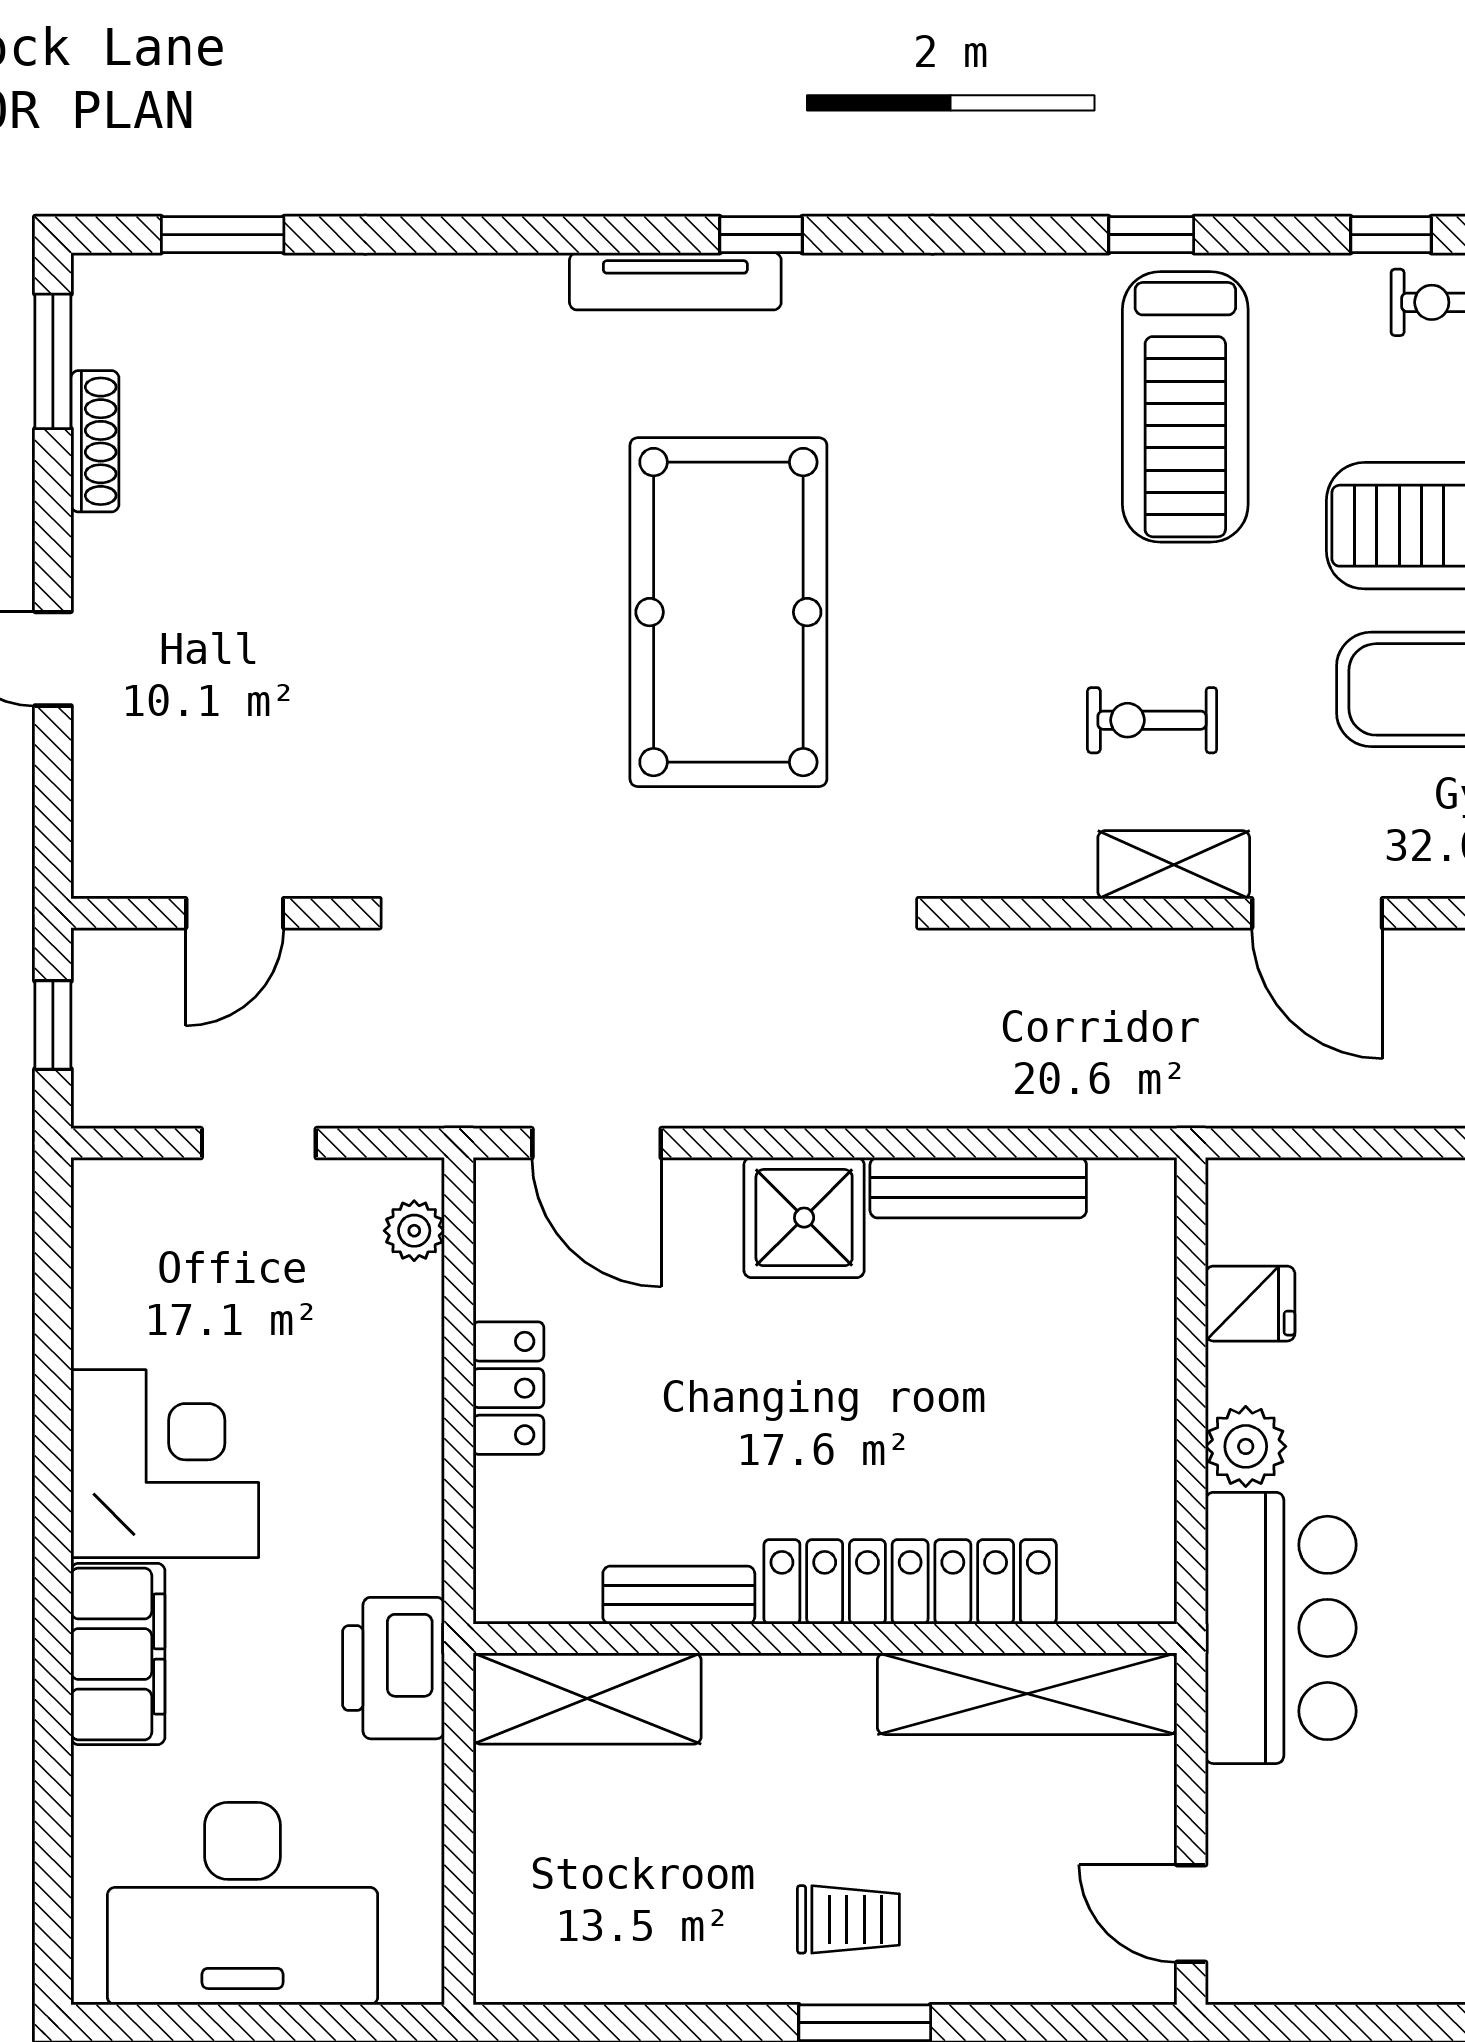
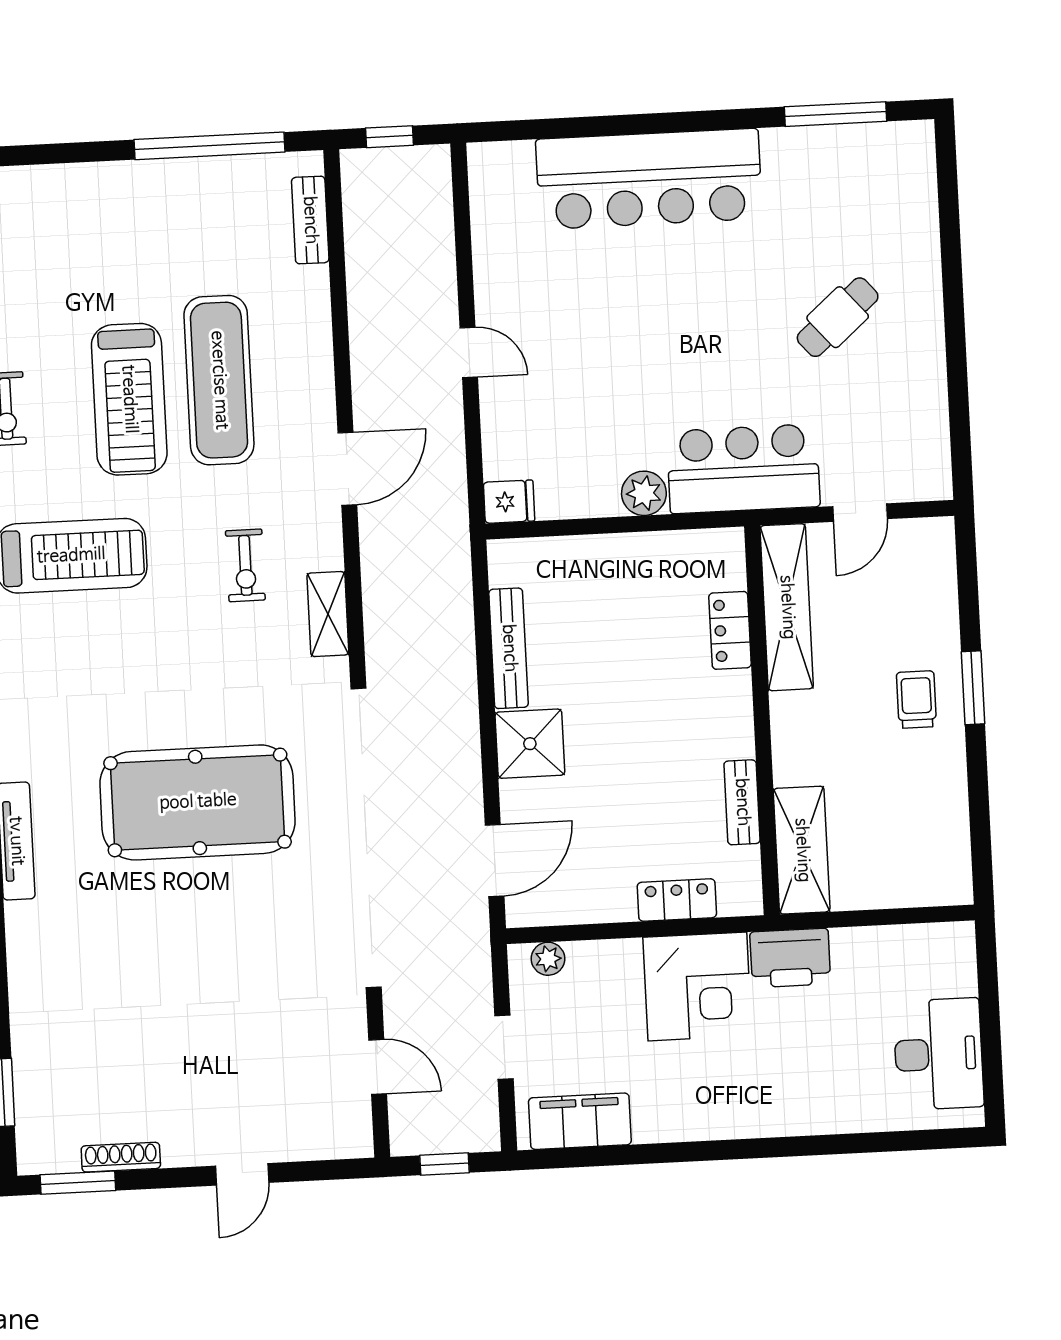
shelving: (1174, 865) -> (328, 614), moved
fridge: (1250, 1304) -> (509, 502), moved, turned 90
locker: (508, 1388) -> (677, 900), moved
corner desk: (165, 1464) -> (697, 986), moved, turned 180
locker: (910, 1582) -> (730, 630), width x0.46, depth x0.83
filing cabinet: (118, 1654) -> (580, 1121), moved
desk: (243, 1904) -> (939, 1054), width x0.73, depth x0.77
door: (1191, 1913) -> (860, 513), moved

